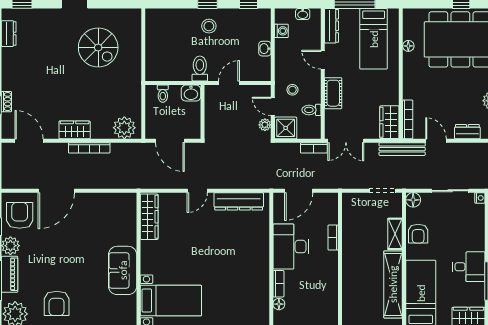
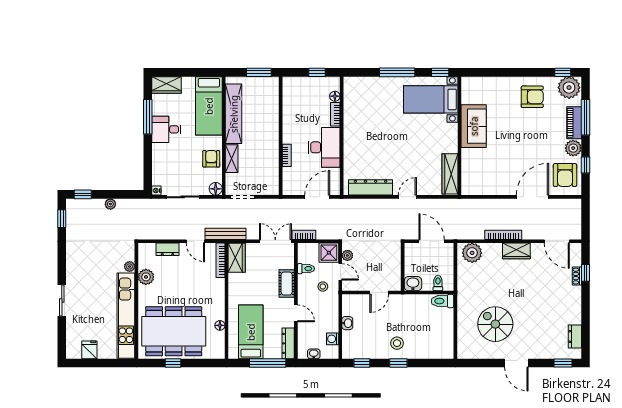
toilet: (200, 69) -> (443, 301), moved, turned 90
armchair: (57, 303) -> (532, 97), turned 90

